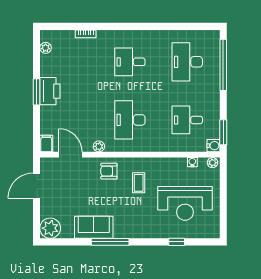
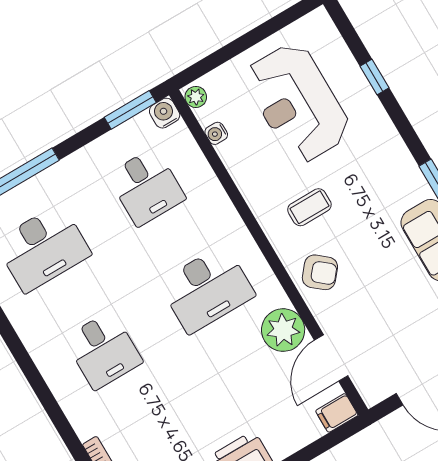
plant: (99, 146) -> (283, 330), width x1.88, depth x1.88
armchair: (109, 171) -> (320, 272), turned -50
reception desk: (185, 203) -> (297, 103), turned 180

